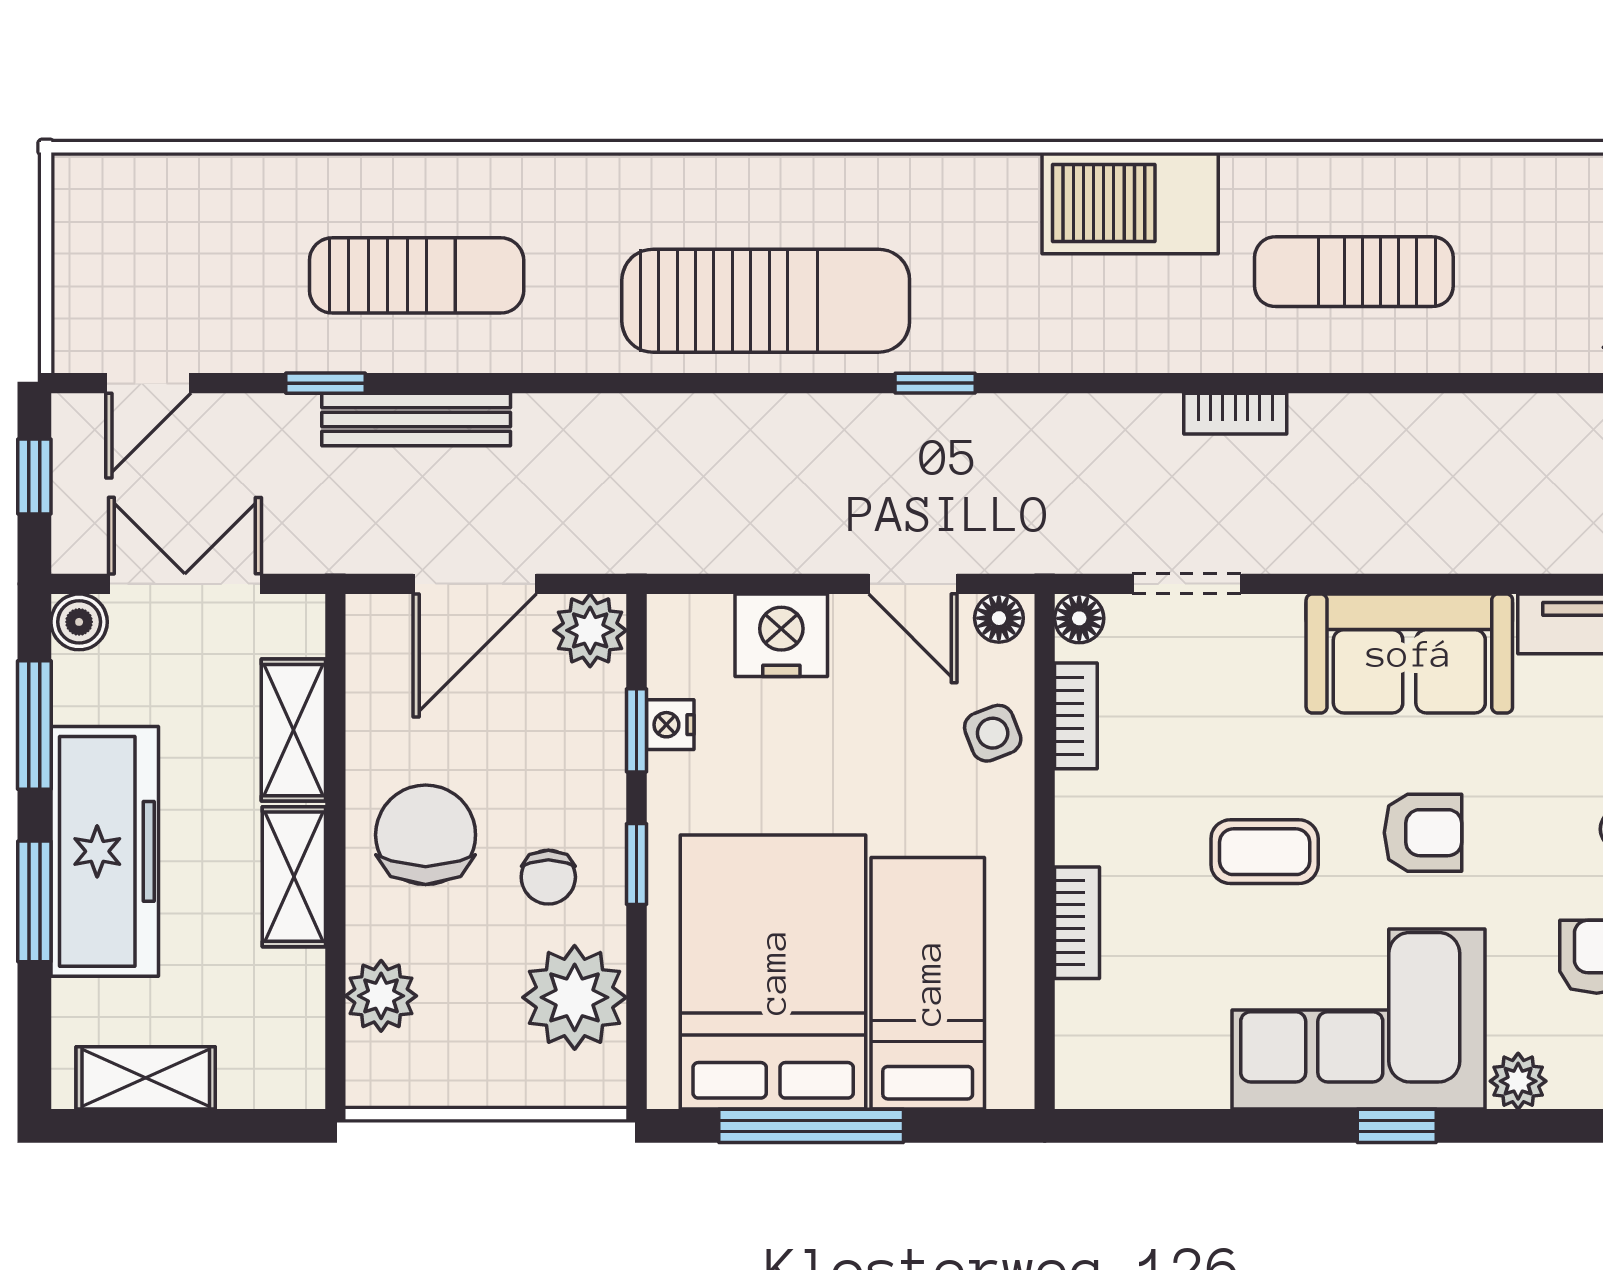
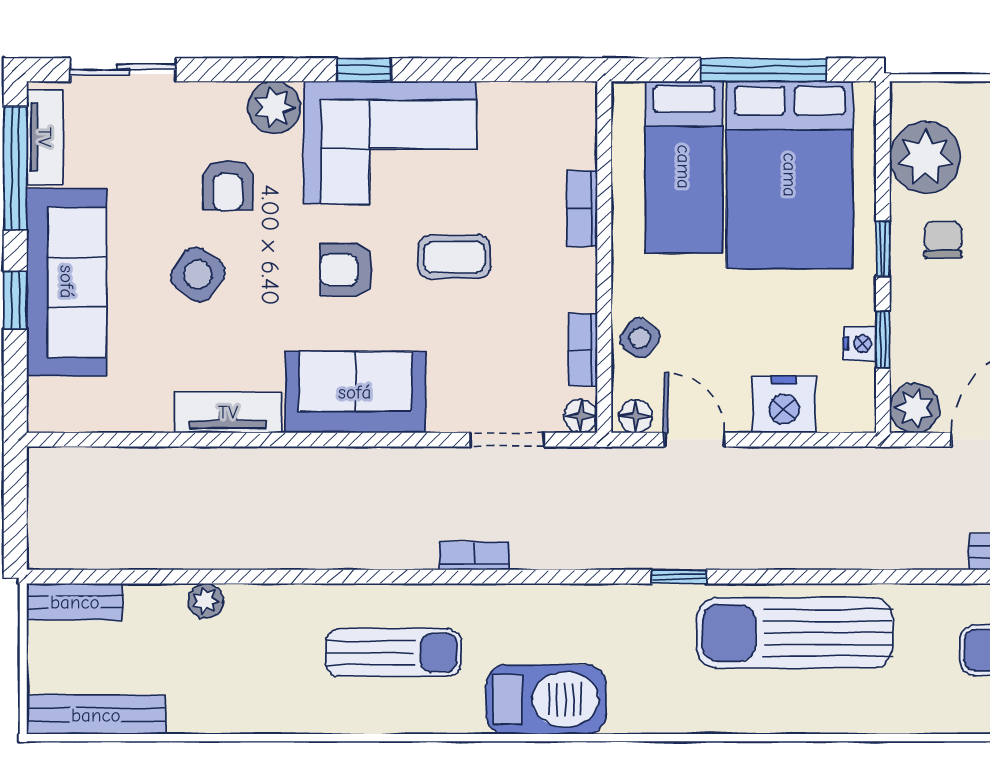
side table: (993, 733) -> (640, 338), turned -35
plant: (1518, 1081) -> (274, 107), width x1.38, depth x1.38

